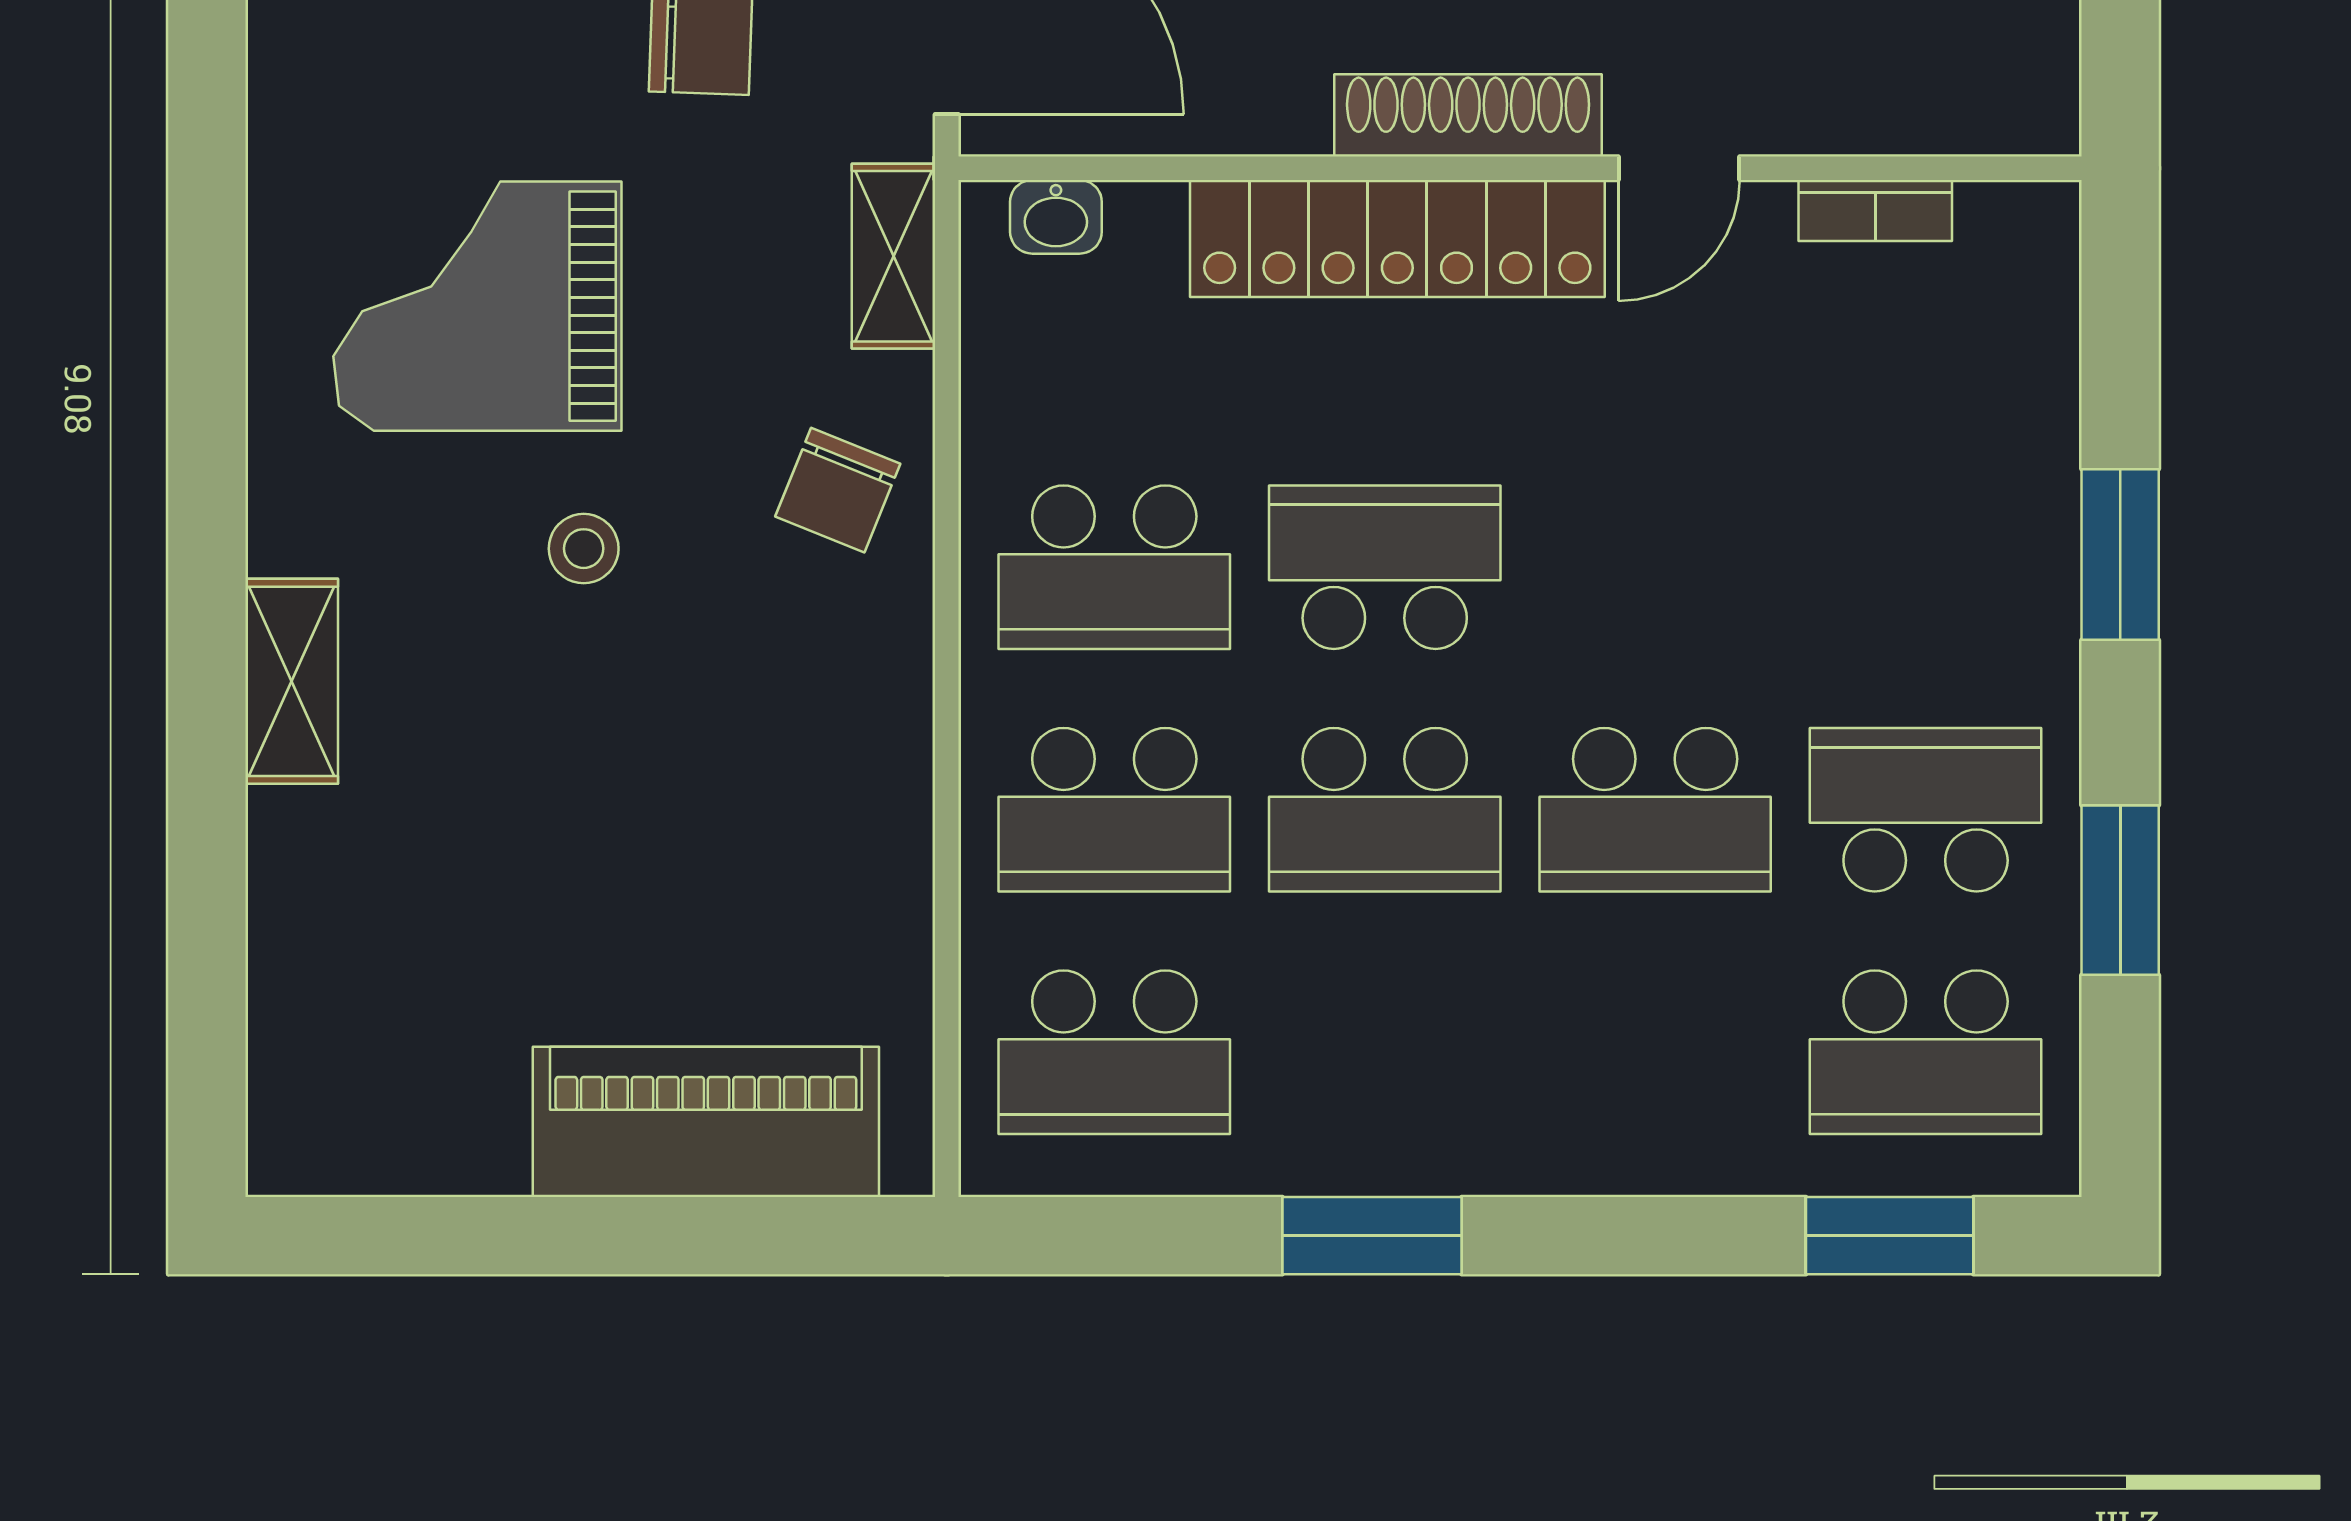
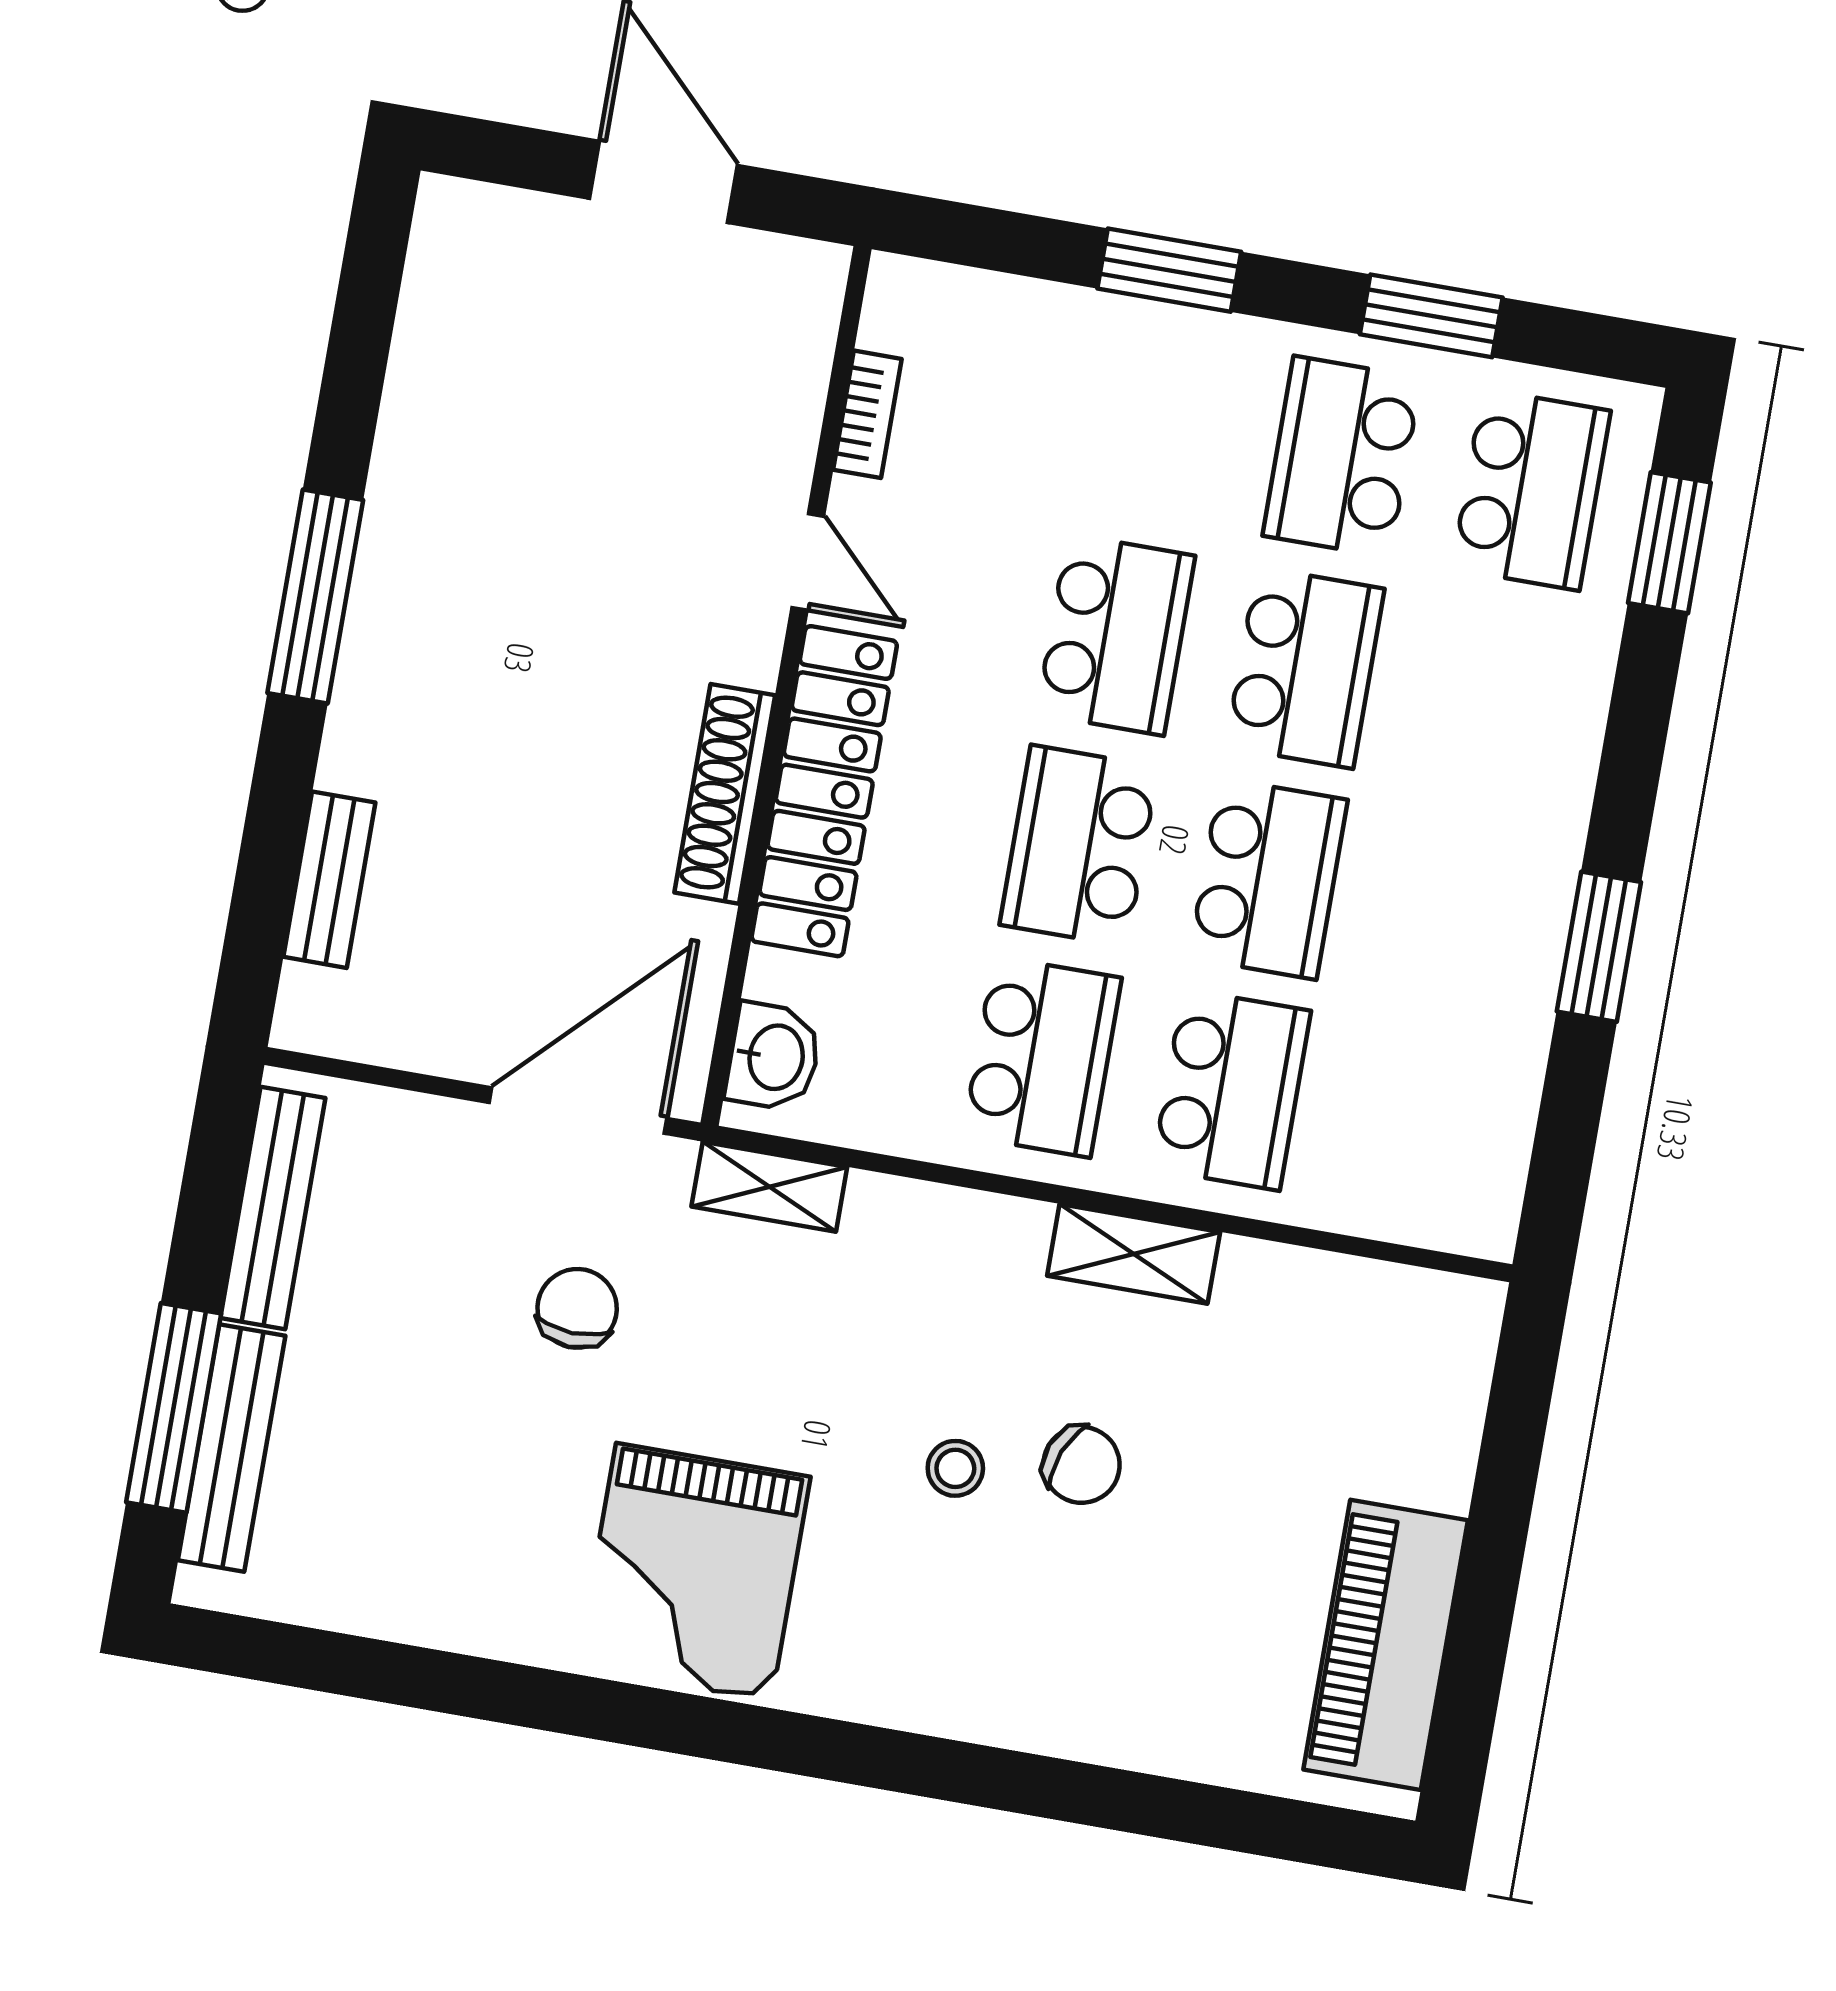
shoe rack: (1468, 115) -> (725, 794), moved
washbasin: (1056, 217) -> (774, 1057), width x1.38, depth x1.45
grand piano: (477, 306) -> (694, 1572), moved
chair: (838, 490) -> (1081, 1465), moved
shelving: (292, 681) -> (1134, 1254), moved
school desk: (1114, 1052) -> (1116, 635), moved
piano: (706, 1122) -> (1386, 1645), moved

